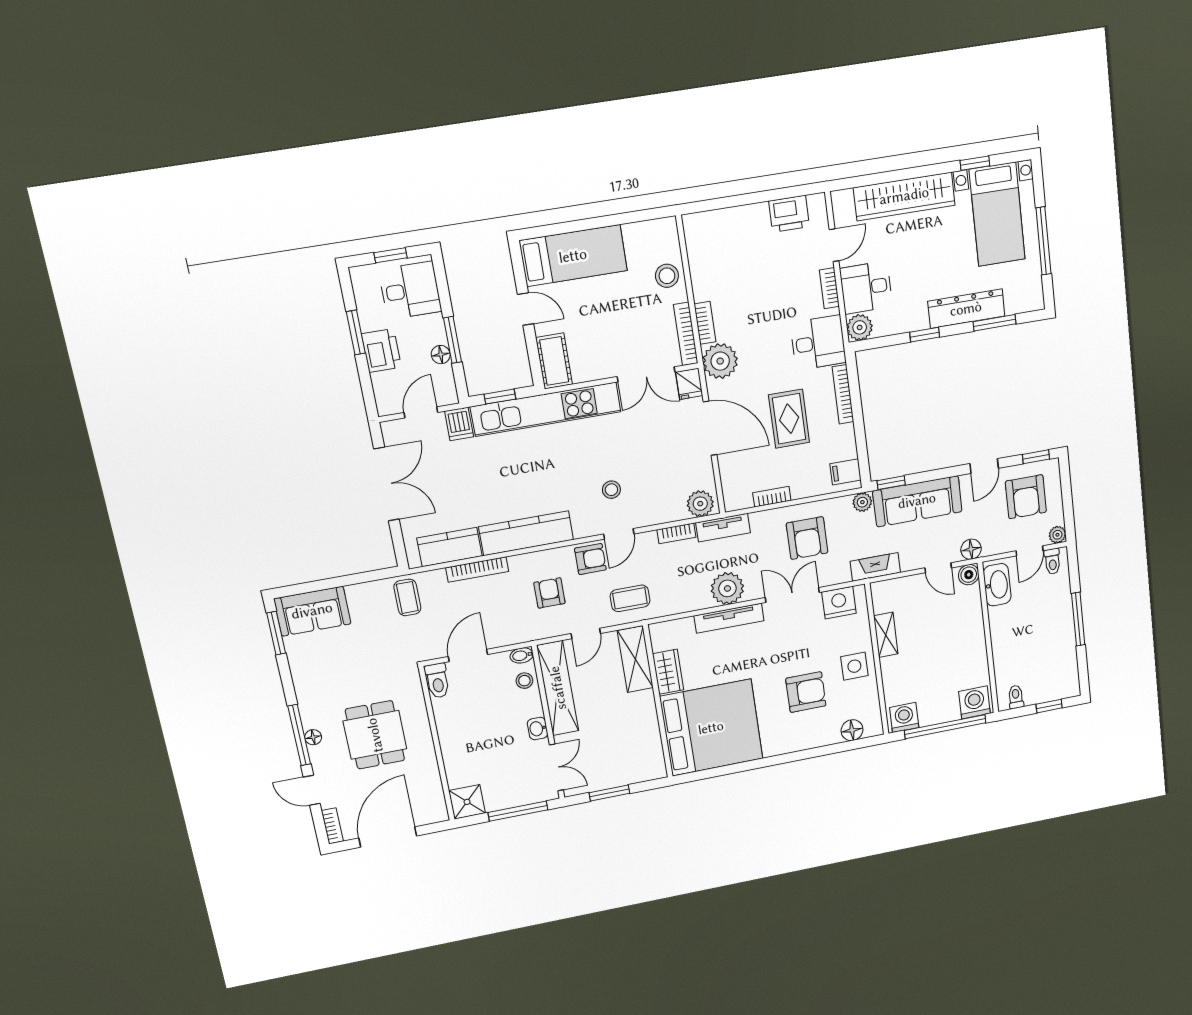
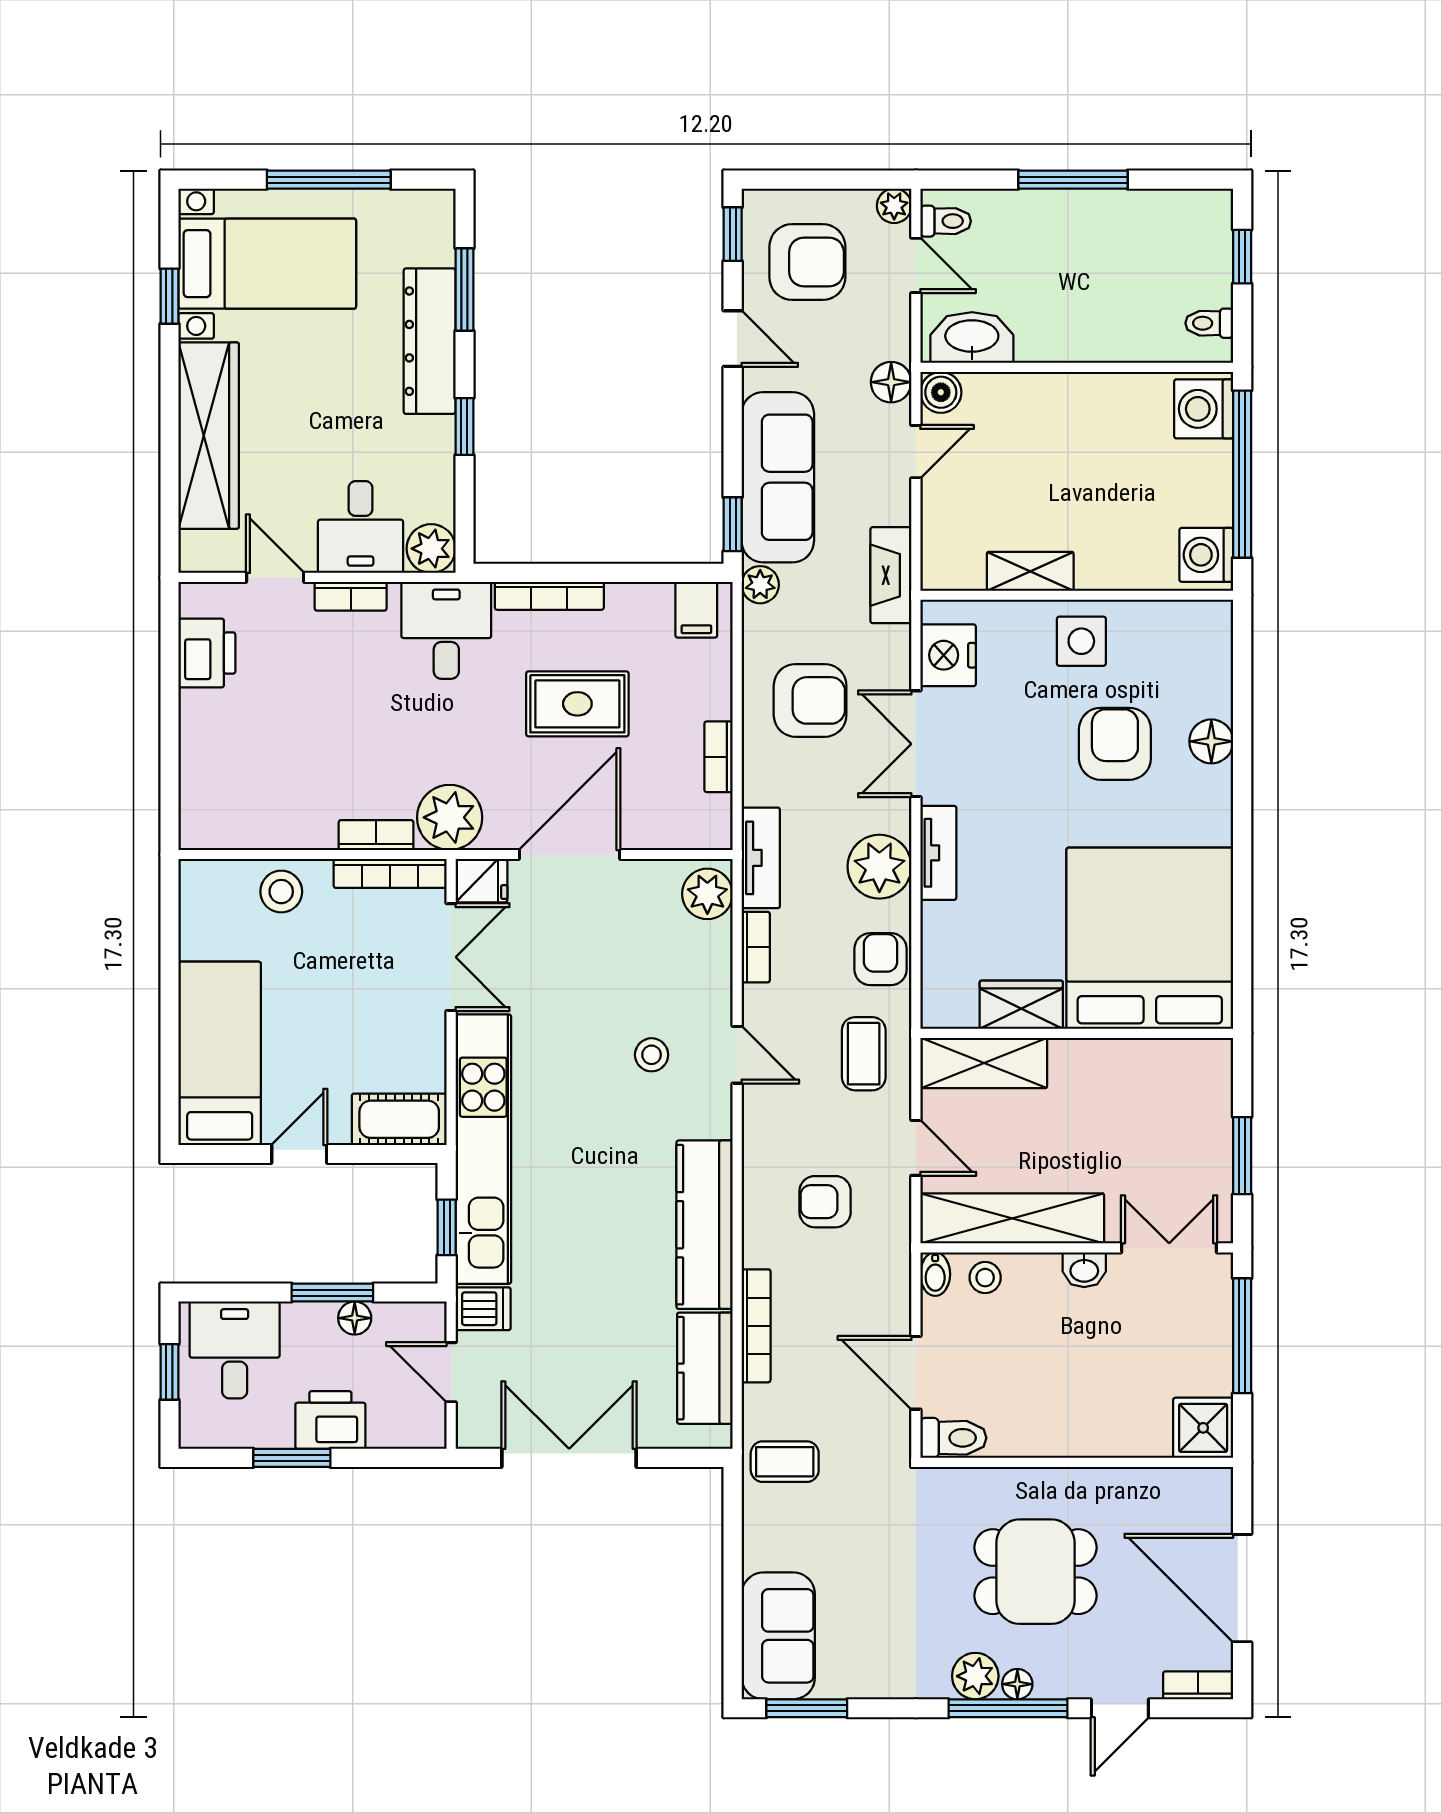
armchair: (590, 559) -> (881, 959), moved
tv unit: (729, 618) -> (938, 853), width x0.71
plant: (313, 715) -> (975, 1676), added
floor lamp: (852, 730) -> (1211, 741), moved

